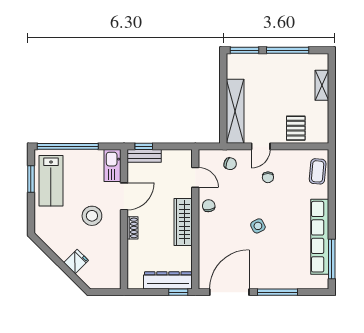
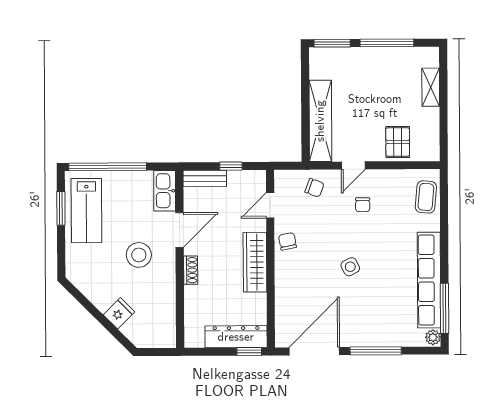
window: (144, 146) -> (231, 166), moved
door: (195, 177) -> (270, 205), swing flipped
plant: (323, 282) -> (433, 337), added

